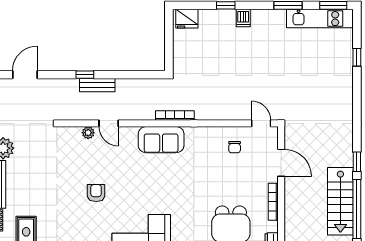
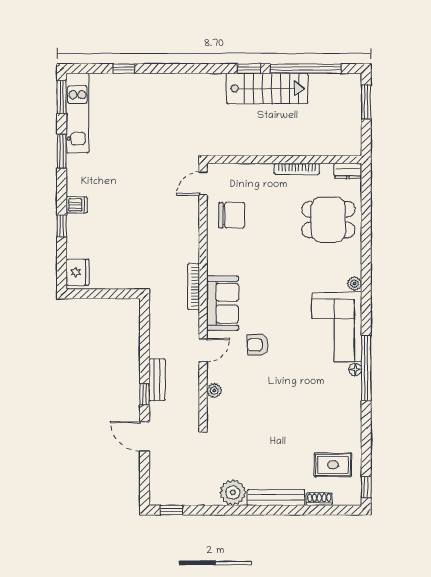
door: (25, 75) -> (145, 436), moved
door: (109, 123) -> (203, 350), moved
chair: (235, 147) -> (231, 215), width x1.87, depth x1.87
door: (281, 163) -> (250, 160), removed
armchair: (96, 193) -> (258, 345), moved
stairs: (340, 201) -> (267, 88), moved

